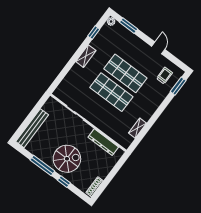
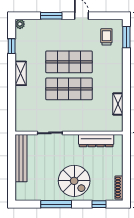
window: (129, 26) -> (51, 16), moved
bench: (32, 128) -> (21, 158), moved
spiral stairs: (67, 159) -> (74, 181), turned 90
window: (64, 182) -> (99, 204), moved

